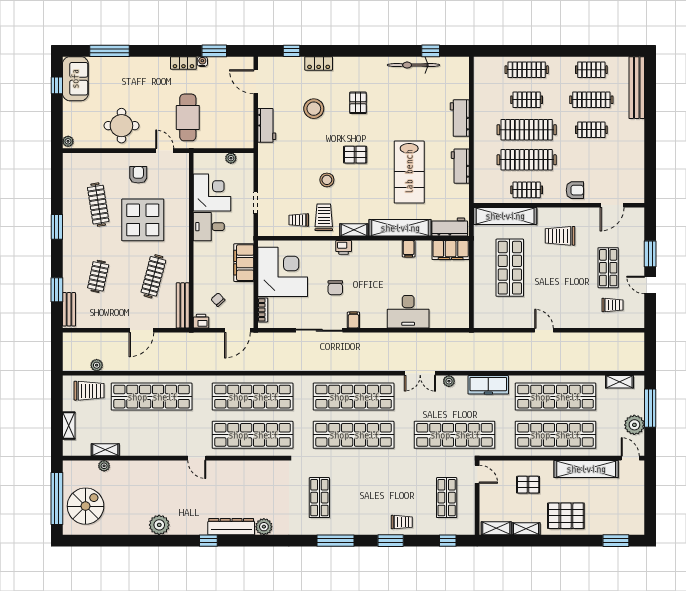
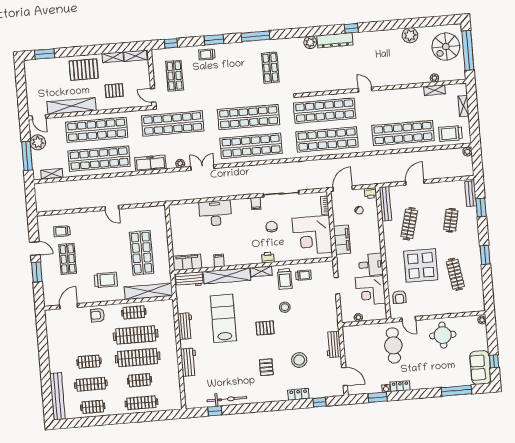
armchair: (138, 175) -> (399, 297), moved
plant: (97, 365) -> (467, 151), moved
plant: (159, 525) -> (410, 35), moved

